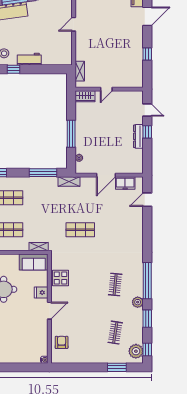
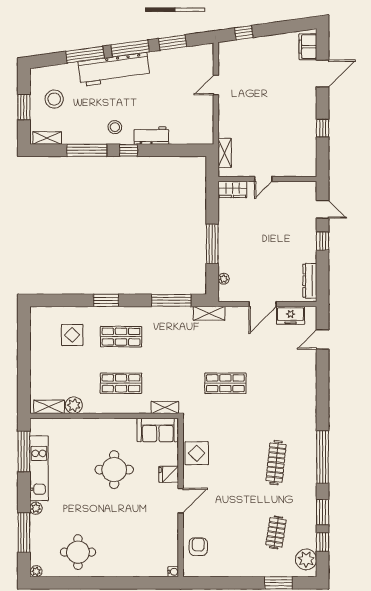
dresser: (138, 136) -> (310, 281), moved
clothes rail: (115, 284) -> (276, 463), width x1.36
plant: (138, 302) -> (309, 488), removed
window: (147, 350) -> (323, 542), moved

